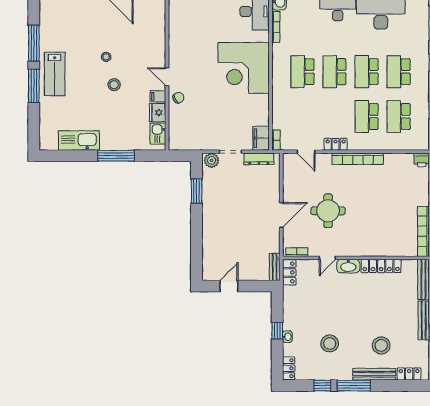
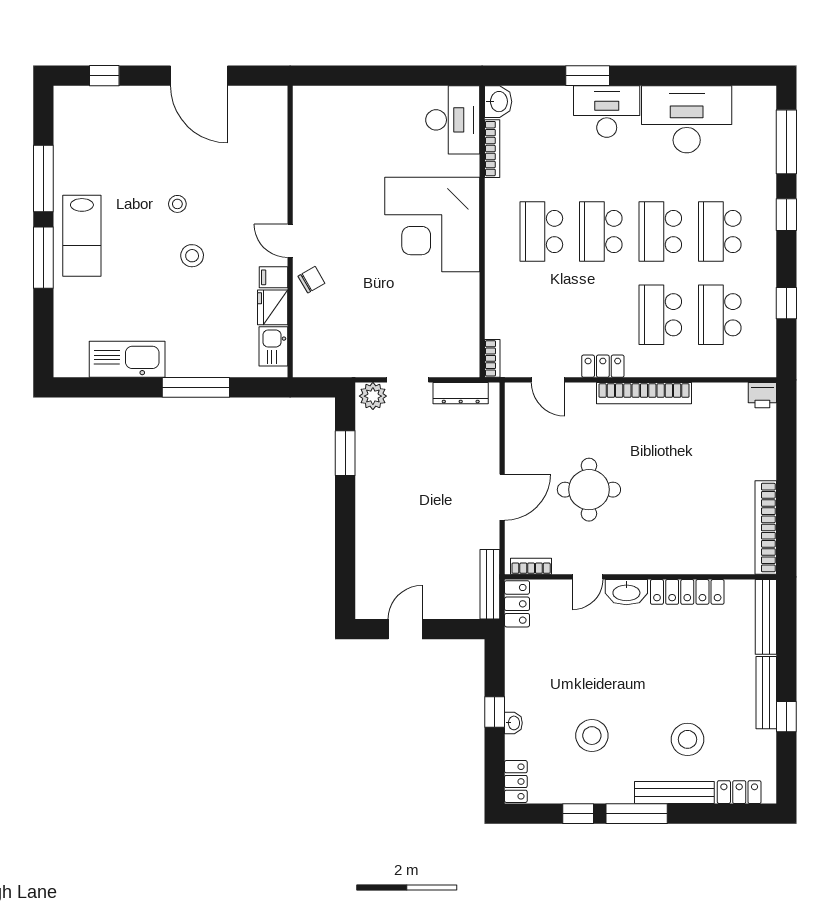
filing cabinet: (261, 138) -> (465, 355), removed
bench: (275, 267) -> (490, 584), width x1.36

